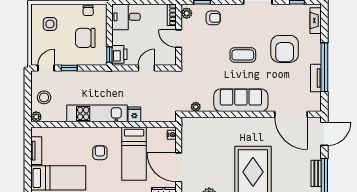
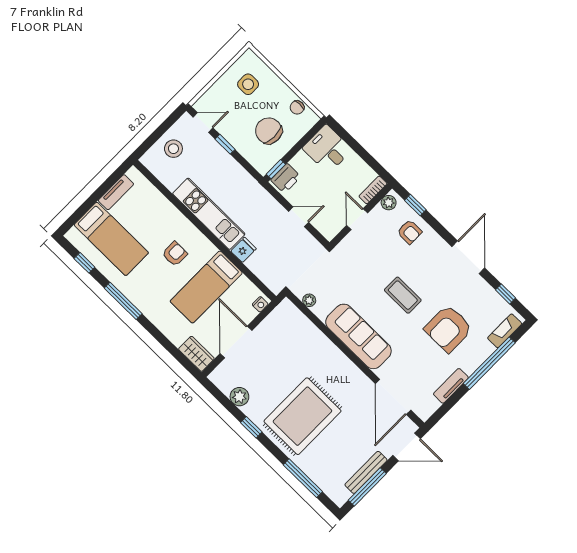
window: (324, 67) -> (489, 363), moved
plant: (36, 117) -> (148, 160), removed
bench: (316, 173) -> (366, 472), width x1.36

